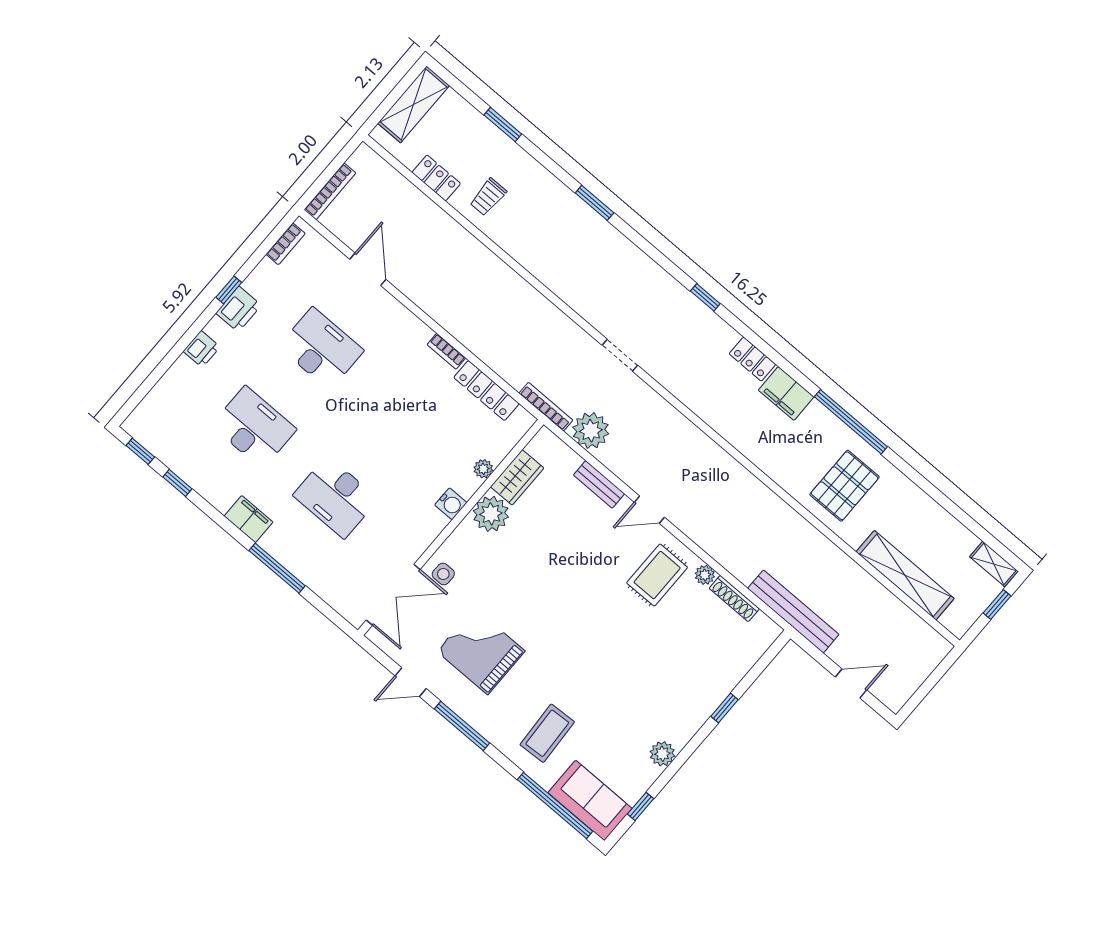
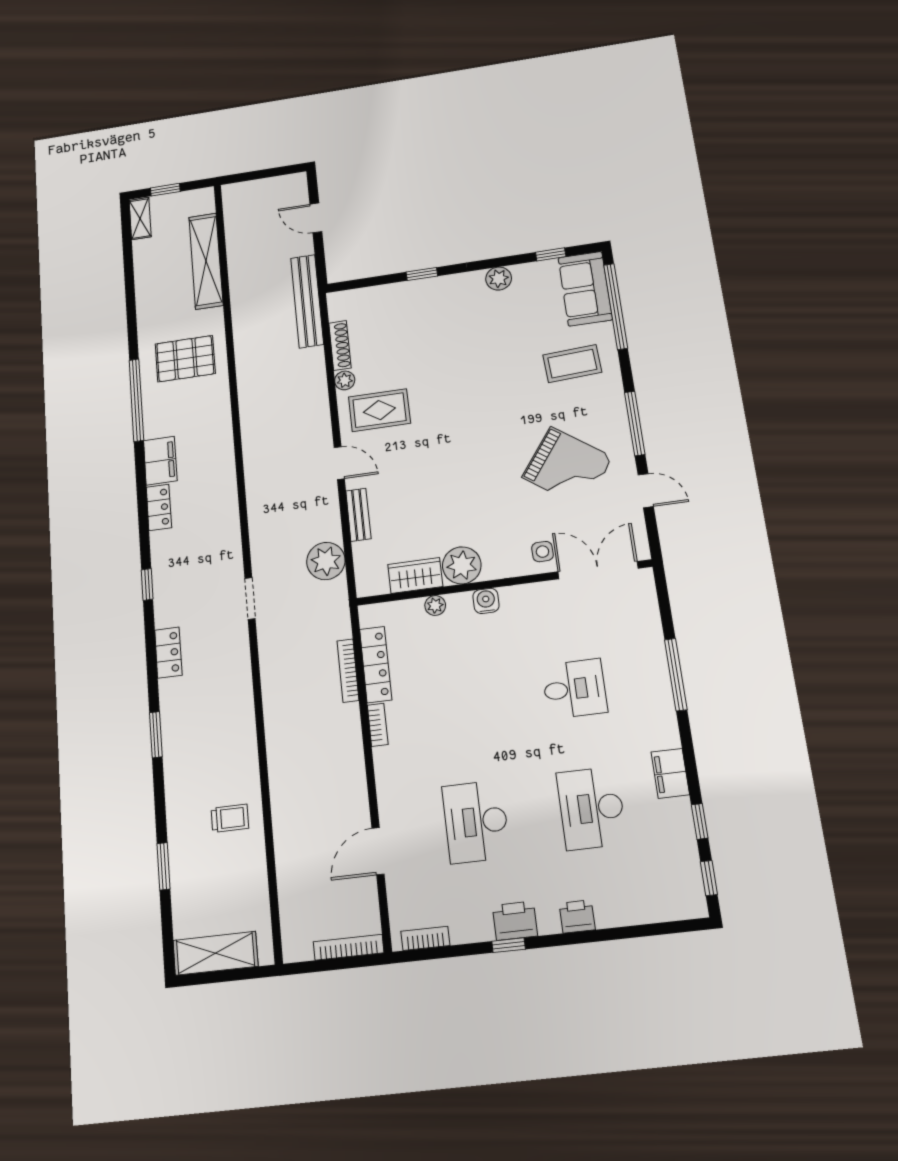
locker: (436, 178) -> (168, 653), moved, turned 180
bookcase: (546, 407) -> (348, 670), moved
desk: (336, 497) -> (574, 689), width x0.73
filing cabinet: (249, 519) -> (670, 773), moved
grand piano: (481, 651) -> (567, 467), turned -54

